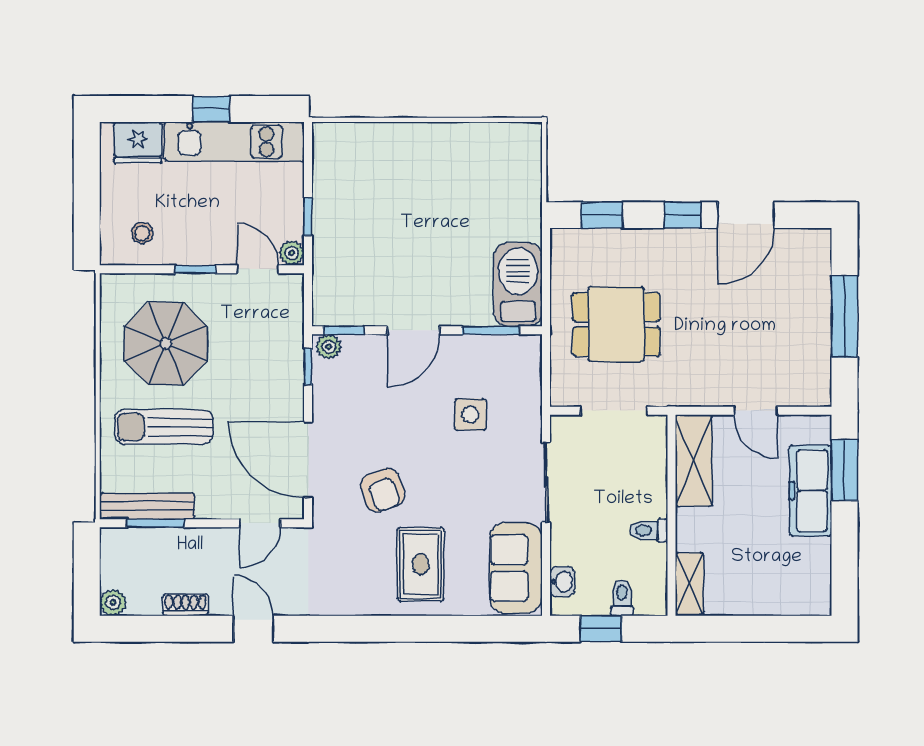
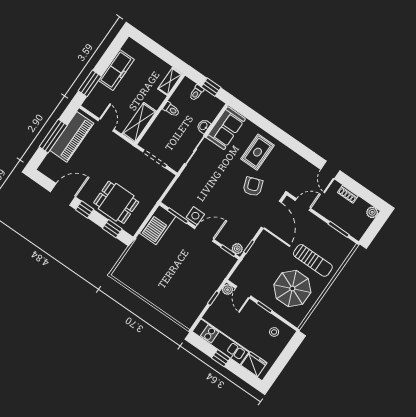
dining table: (616, 324) -> (116, 202), moved
piano: (807, 340) -> (72, 137), added
side table: (470, 415) -> (195, 216), moved
freezer: (810, 491) -> (116, 70), moved
bench: (147, 506) -> (337, 237), removed
washbasin: (562, 582) -> (204, 126), moved

